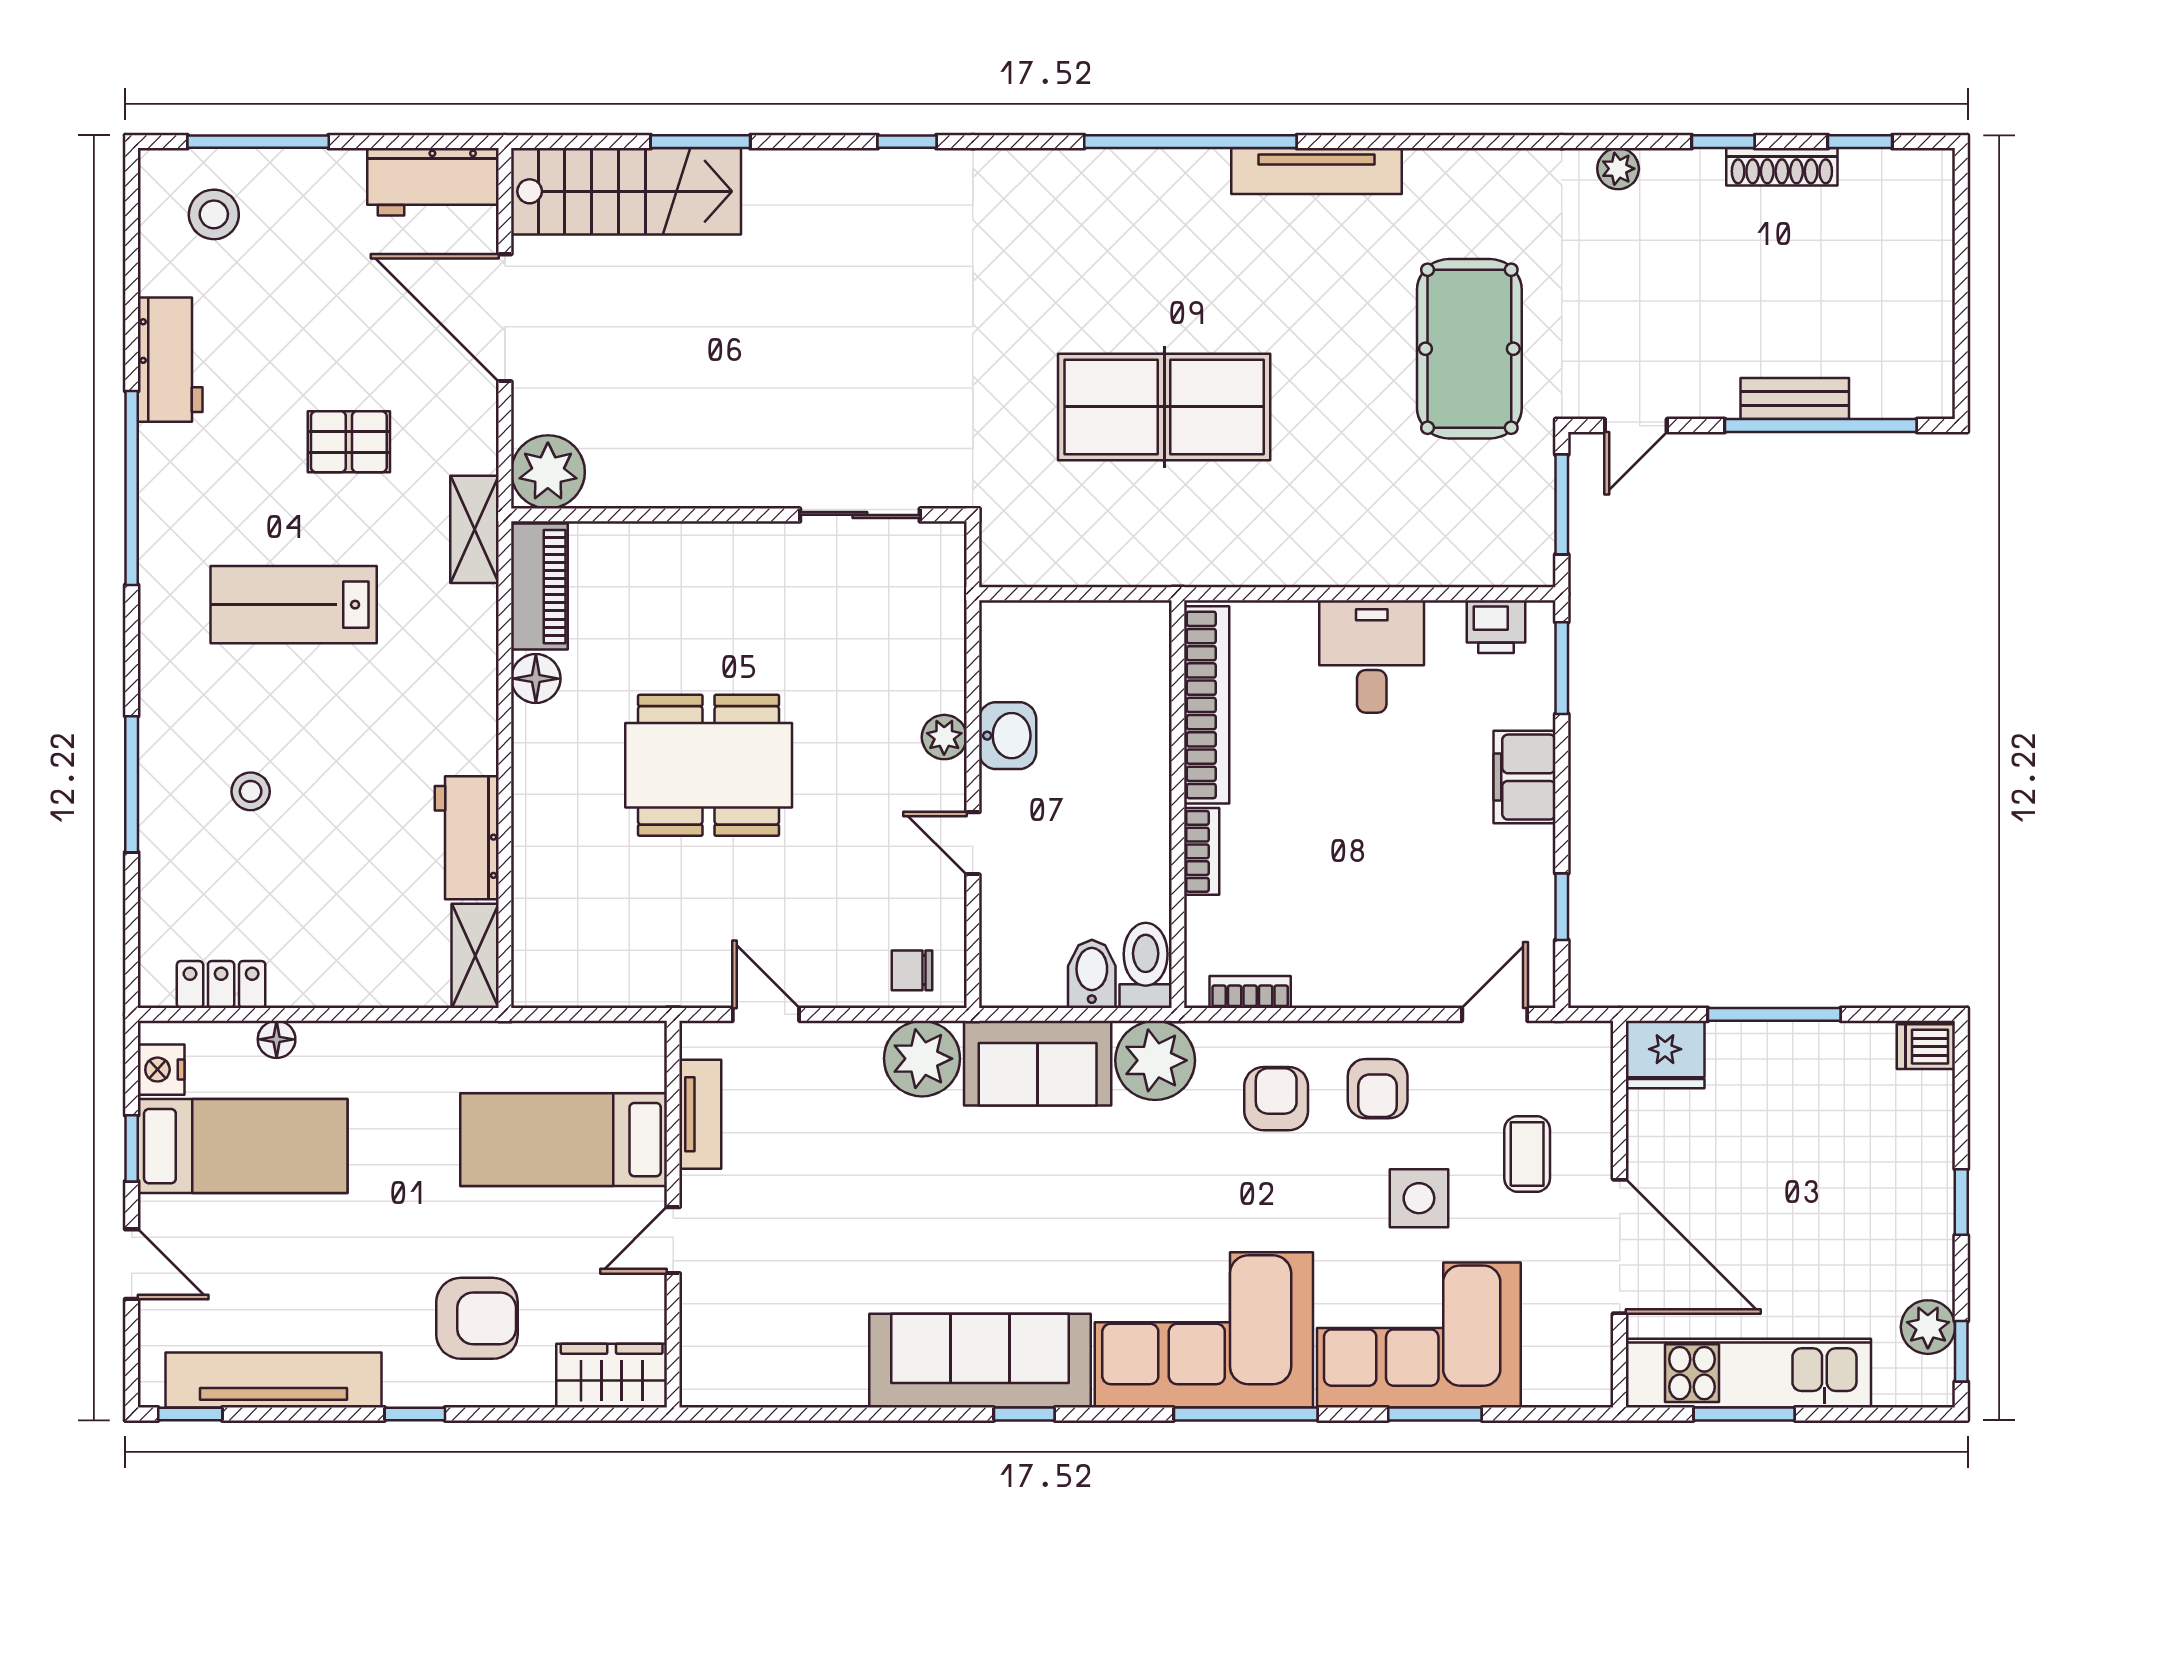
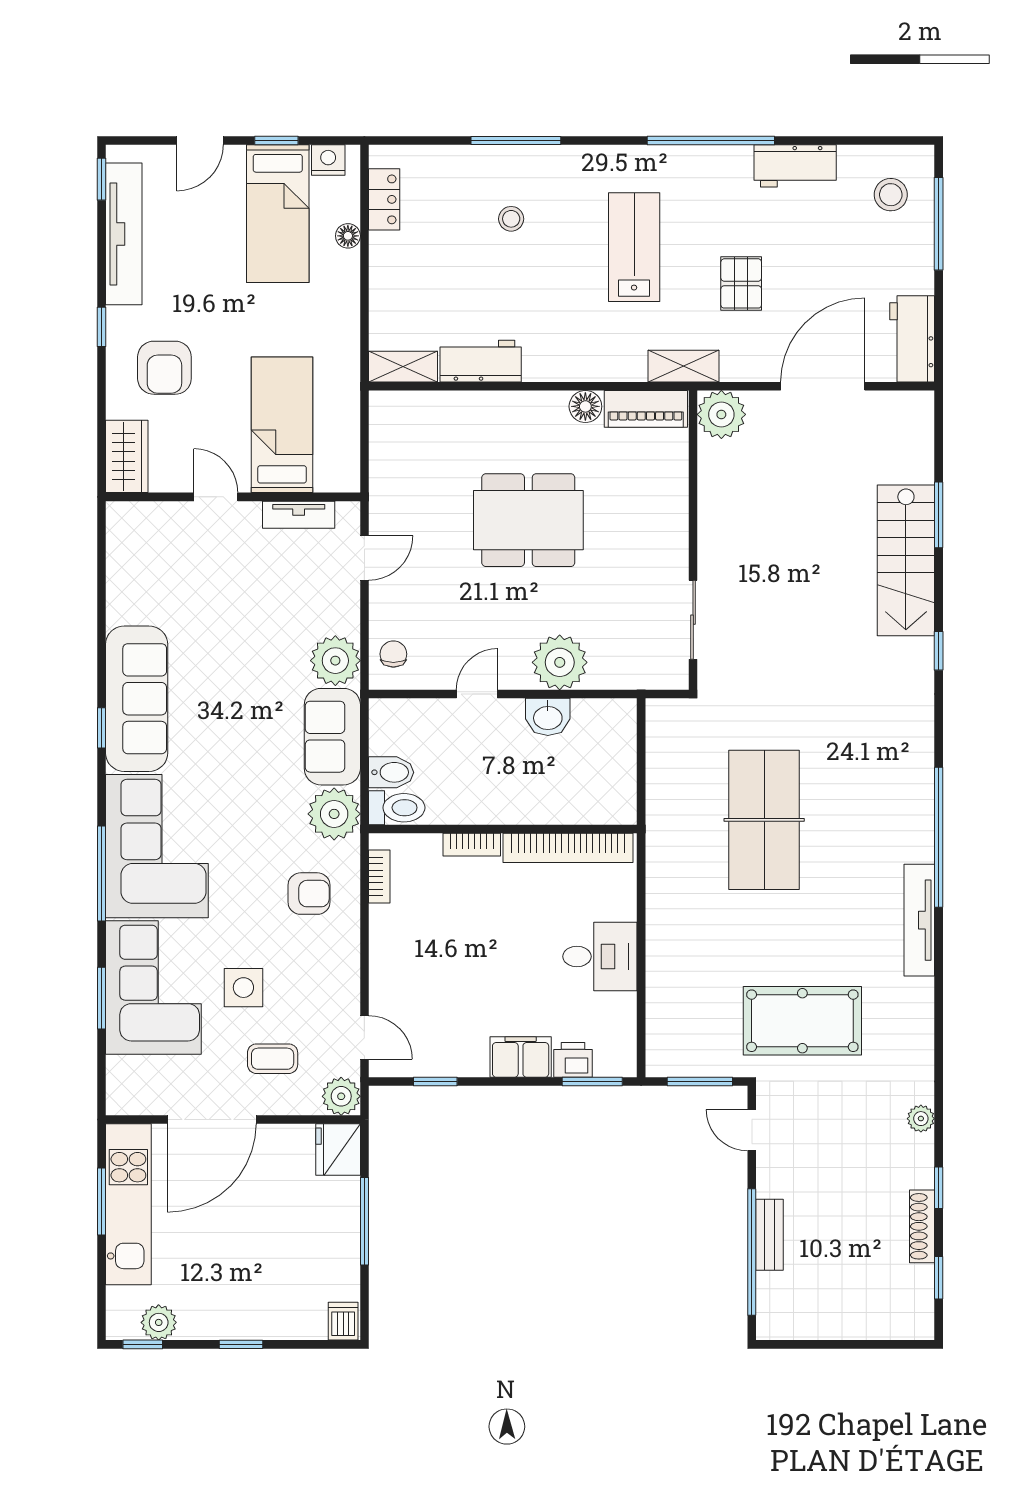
stairs: (626, 191) -> (906, 560), moved
printer: (1496, 627) -> (573, 1060), moved, turned 90
plant: (944, 737) -> (560, 662), width x1.87, depth x1.87
dining table: (709, 765) -> (528, 520), turned 90
plant: (1584, 1050) -> (341, 1096), added
armchair: (1378, 1089) -> (316, 960), removed

